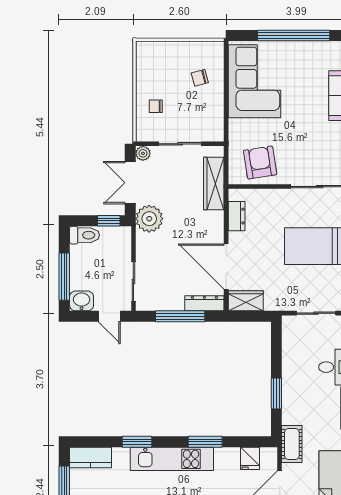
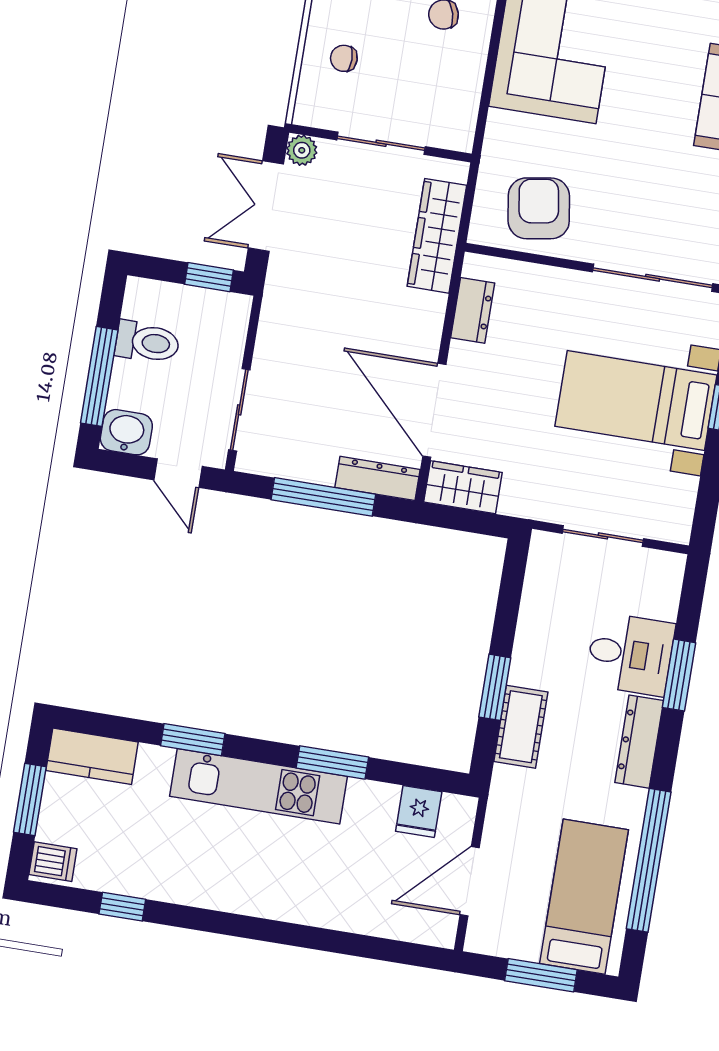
plant: (149, 219) -> (293, 286), removed
toilet: (85, 235) -> (147, 342), moved
cot: (292, 444) -> (521, 727), moved

